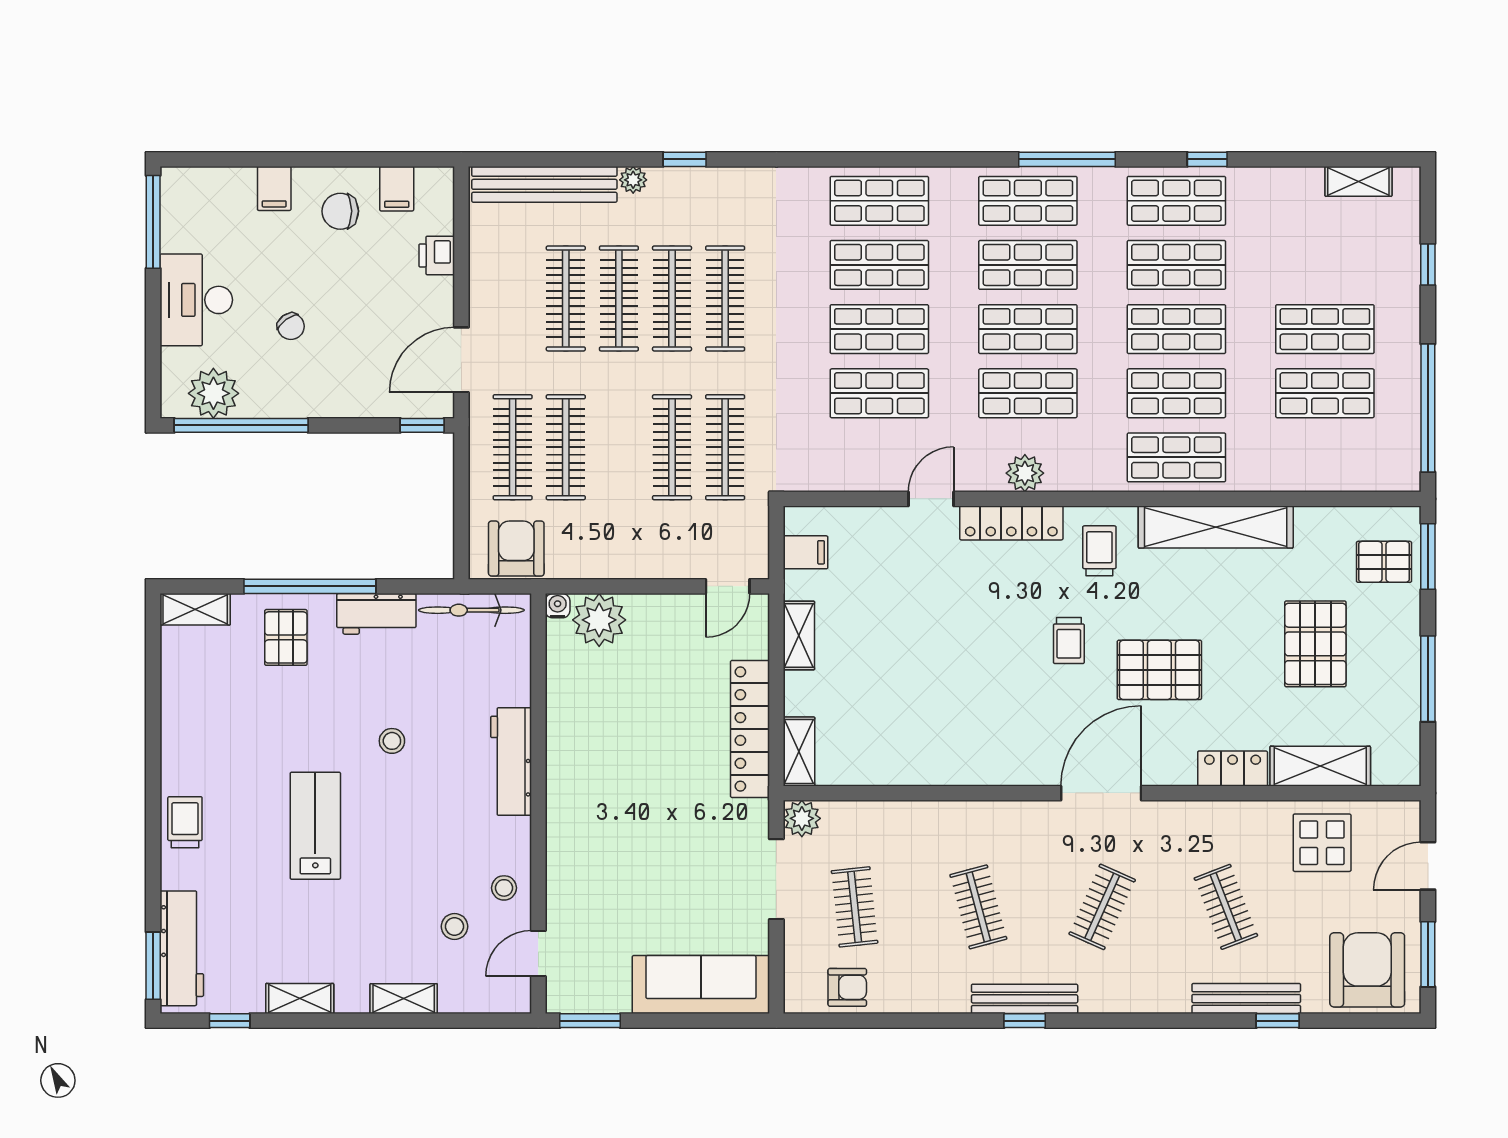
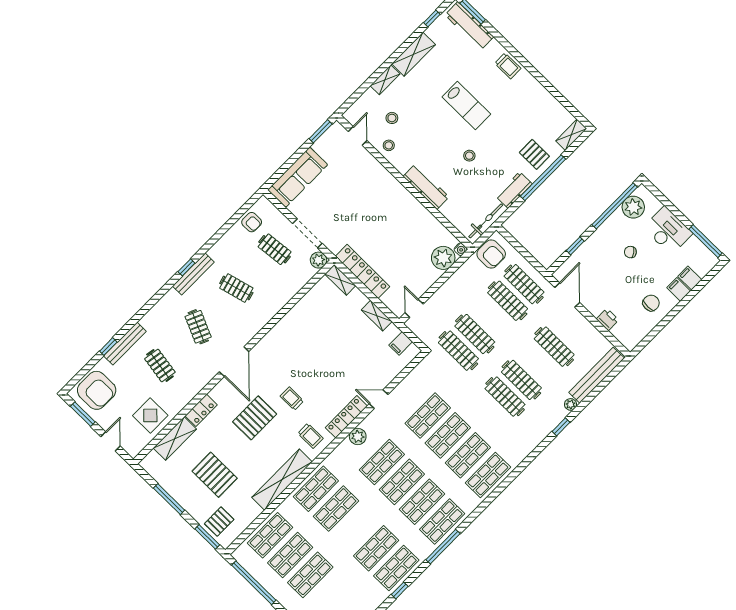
filing cabinet: (397, 189) -> (690, 278), moved
clothes rail: (619, 298) -> (538, 363), removed
shop shelf: (1176, 329) -> (270, 535), moved
window: (422, 425) -> (575, 246), moved
door: (931, 499) -> (379, 399), swing flipped
clothes rail: (1226, 907) -> (160, 366), turned 30
armchair: (847, 987) -> (252, 222), turned -90
shelving: (300, 998) -> (414, 54), width x1.50, depth x1.33

